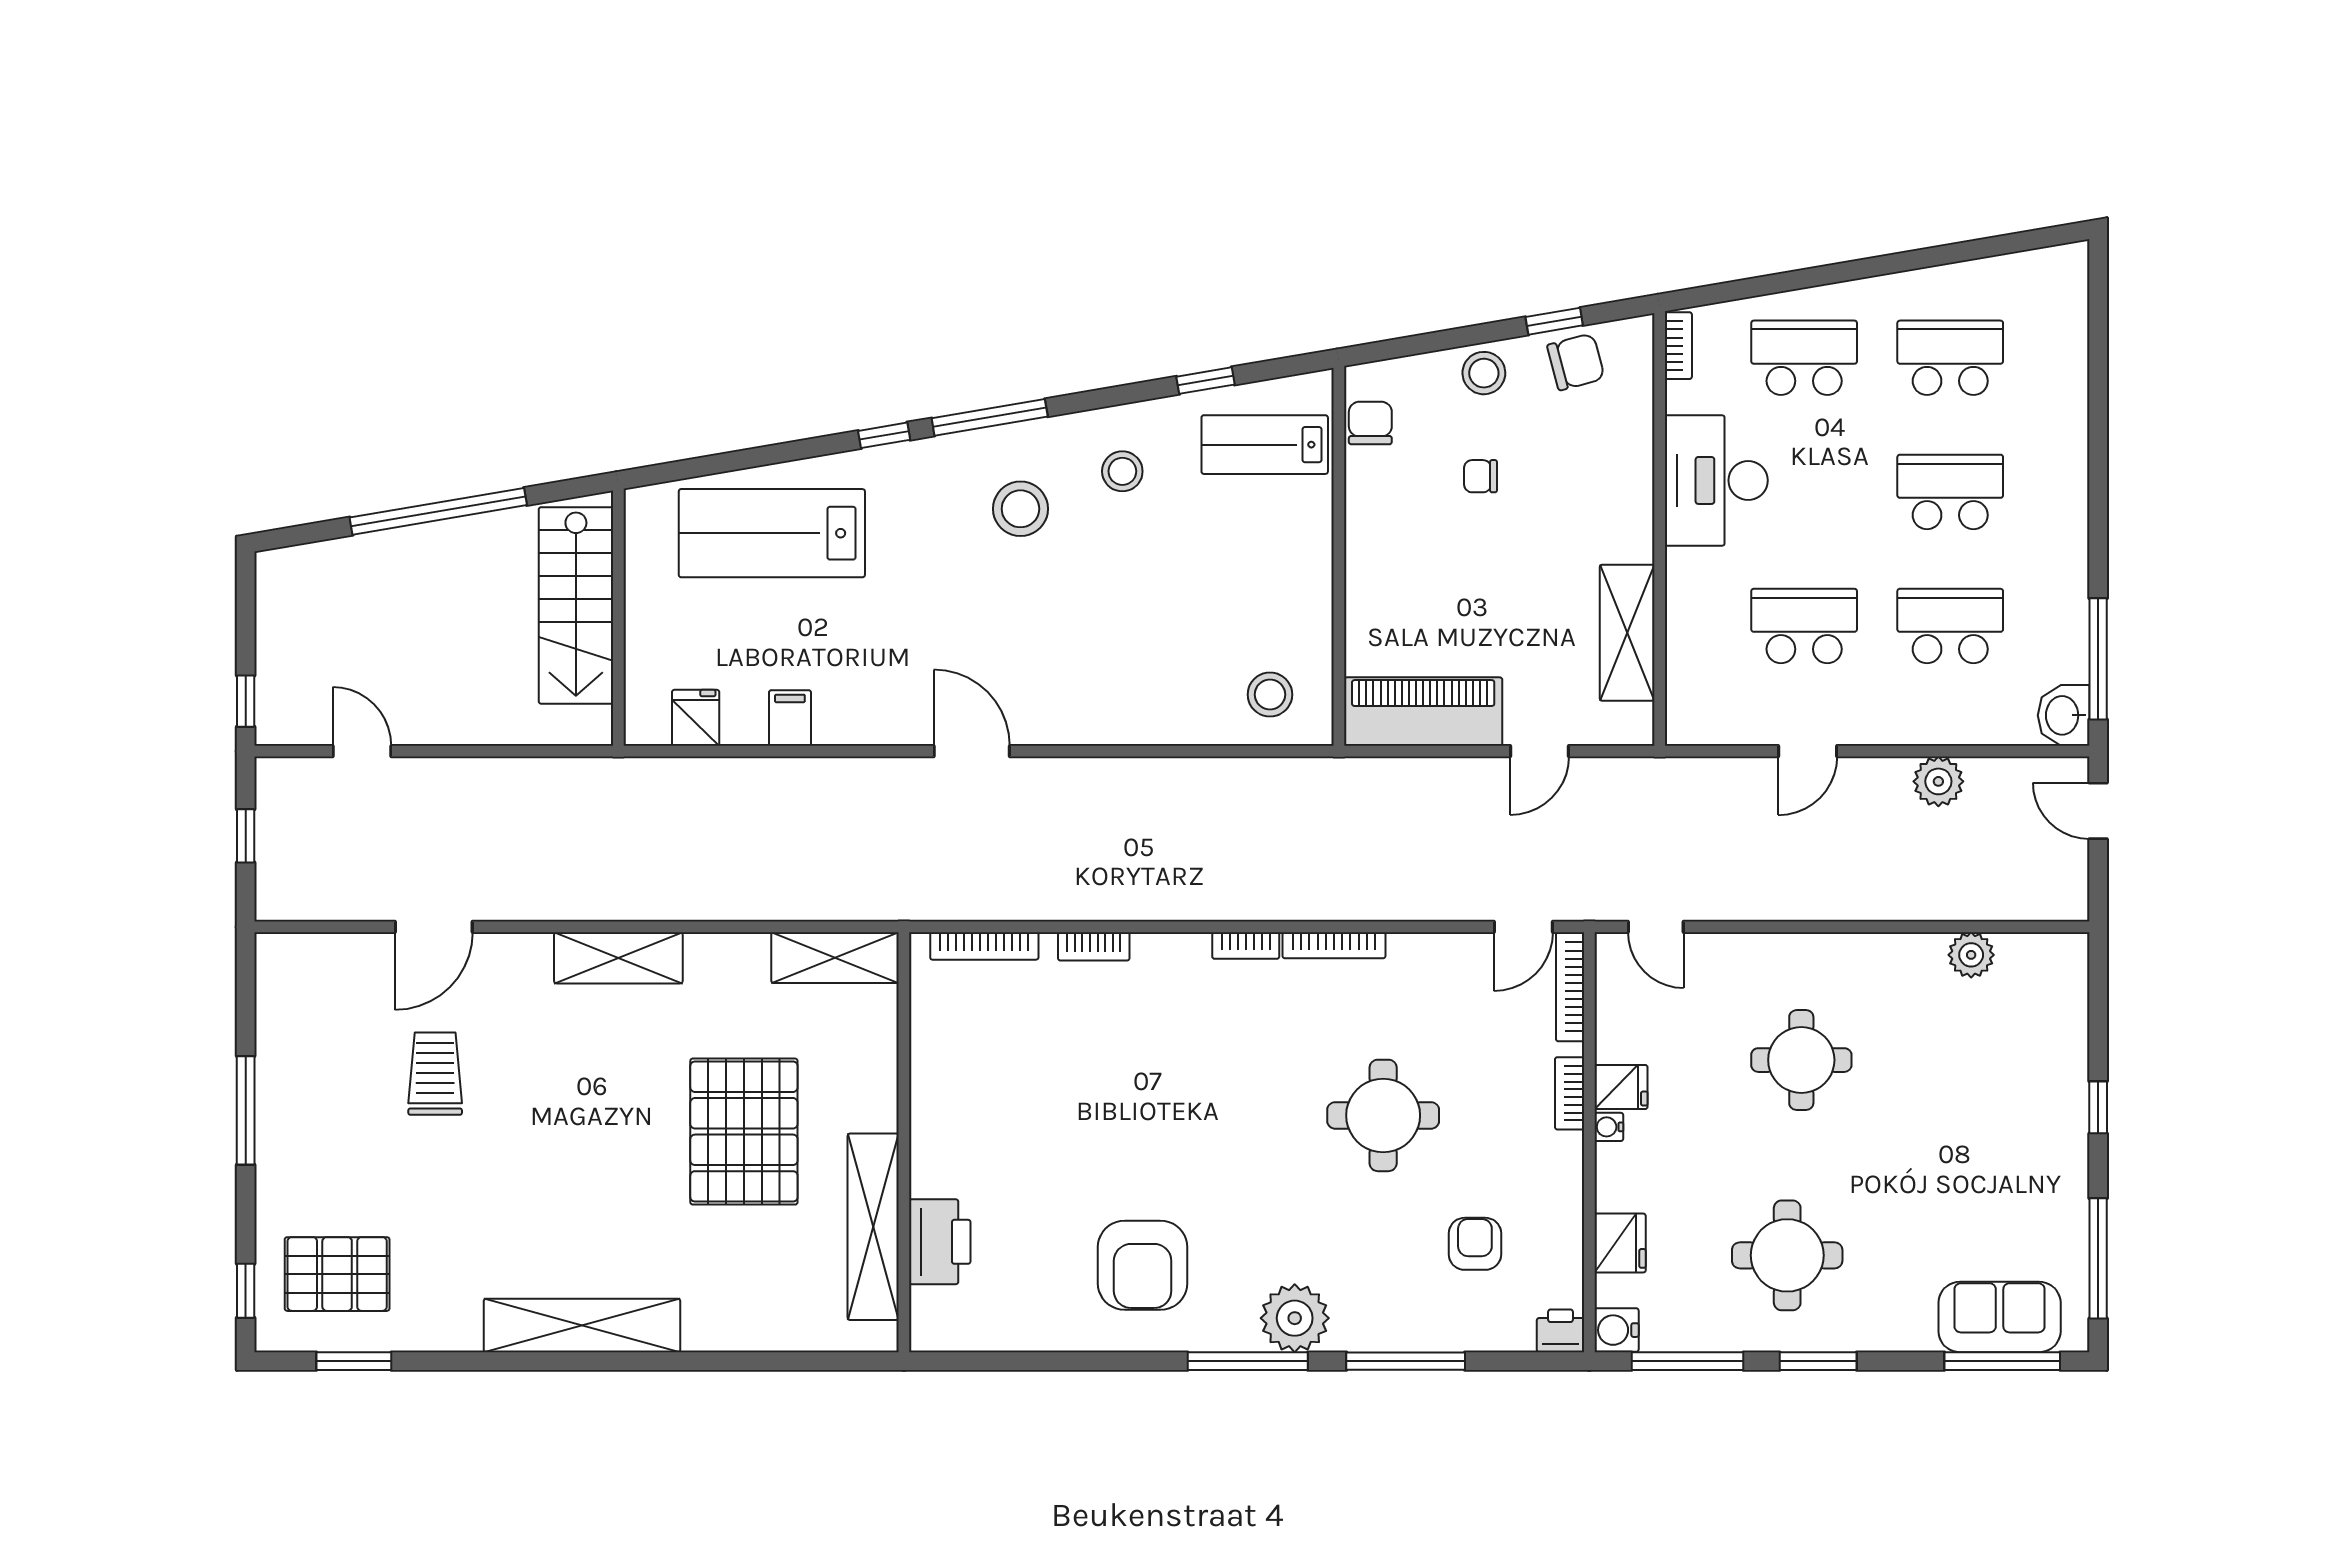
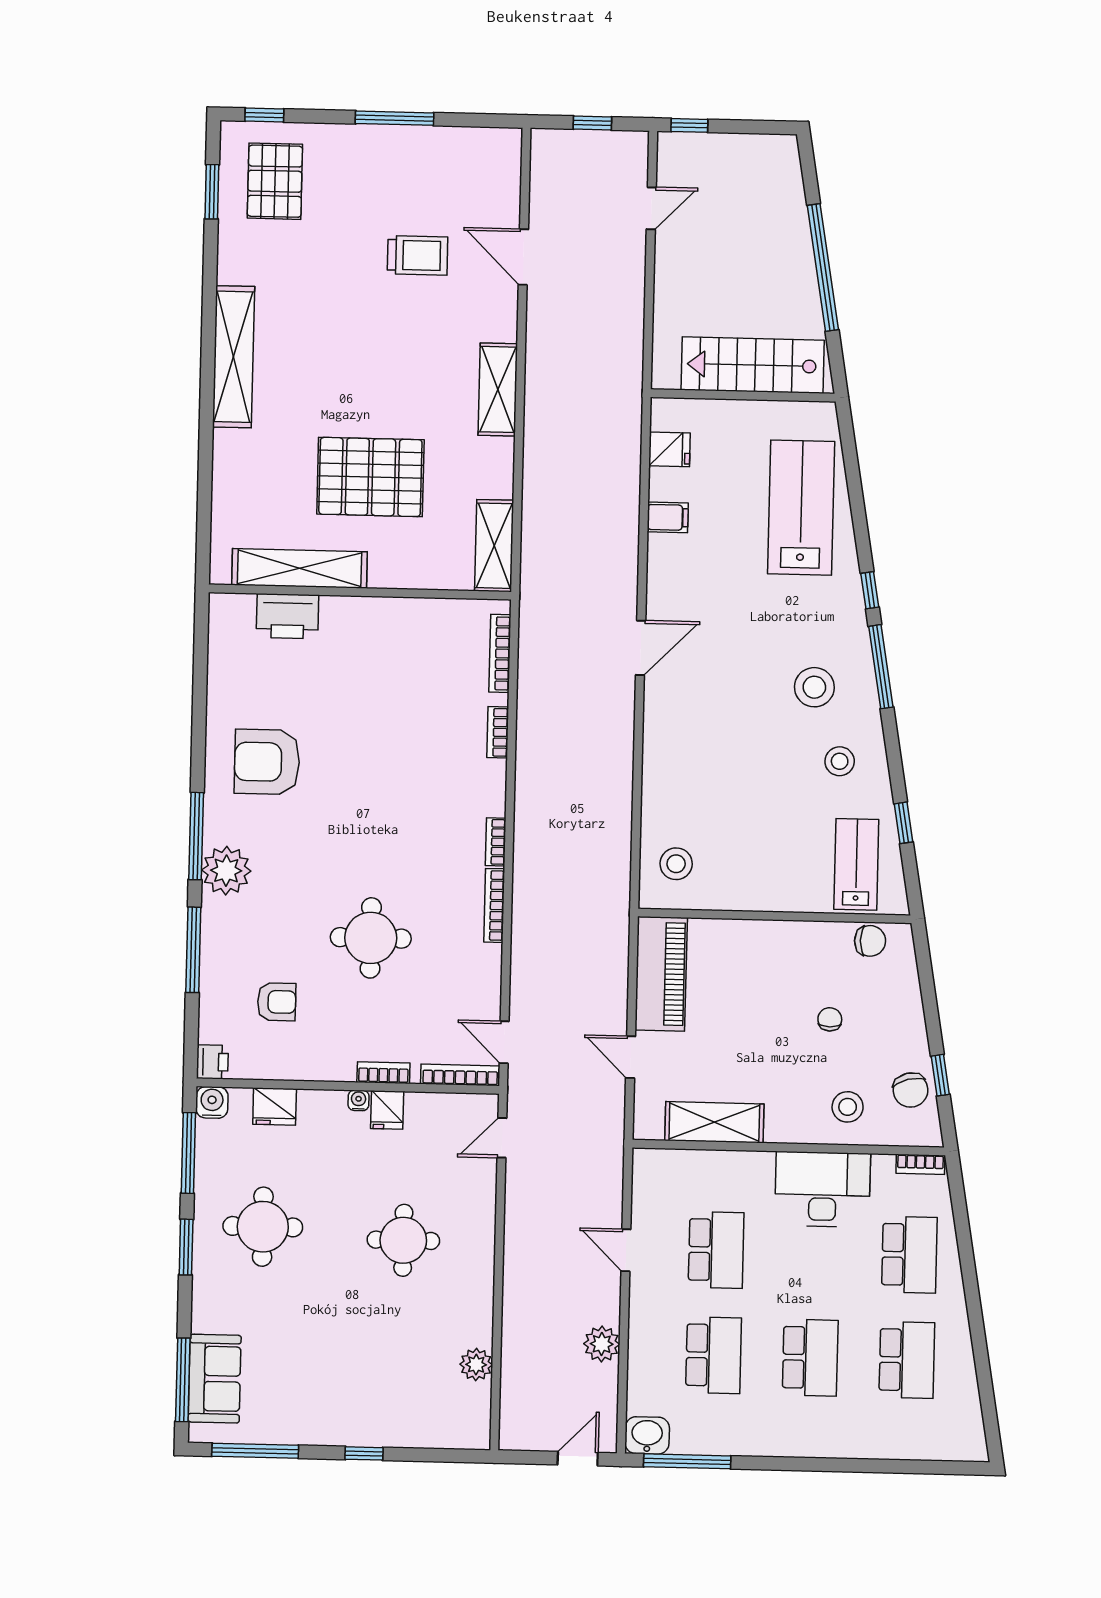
stool: (1484, 373) -> (848, 1107), moved

